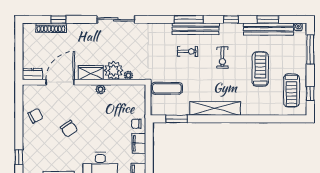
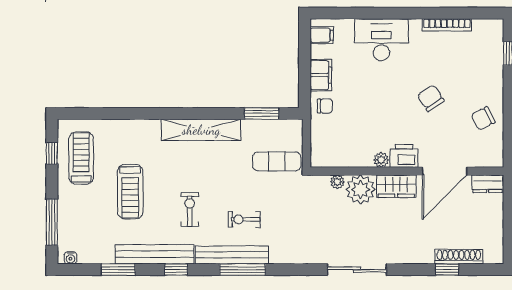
bench: (268, 29) -> (155, 254), moved
printer: (86, 92) -> (404, 156), added

